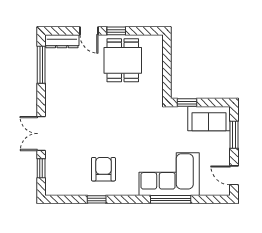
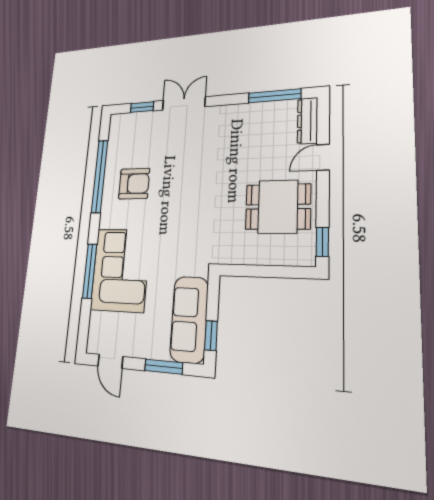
window: (116, 31) -> (322, 242), moved
window: (187, 103) -> (211, 336), moved
sofa: (209, 119) -> (189, 319), width x1.36
door: (234, 175) -> (110, 361), swing flipped
window: (97, 199) -> (100, 176), width x3.17

